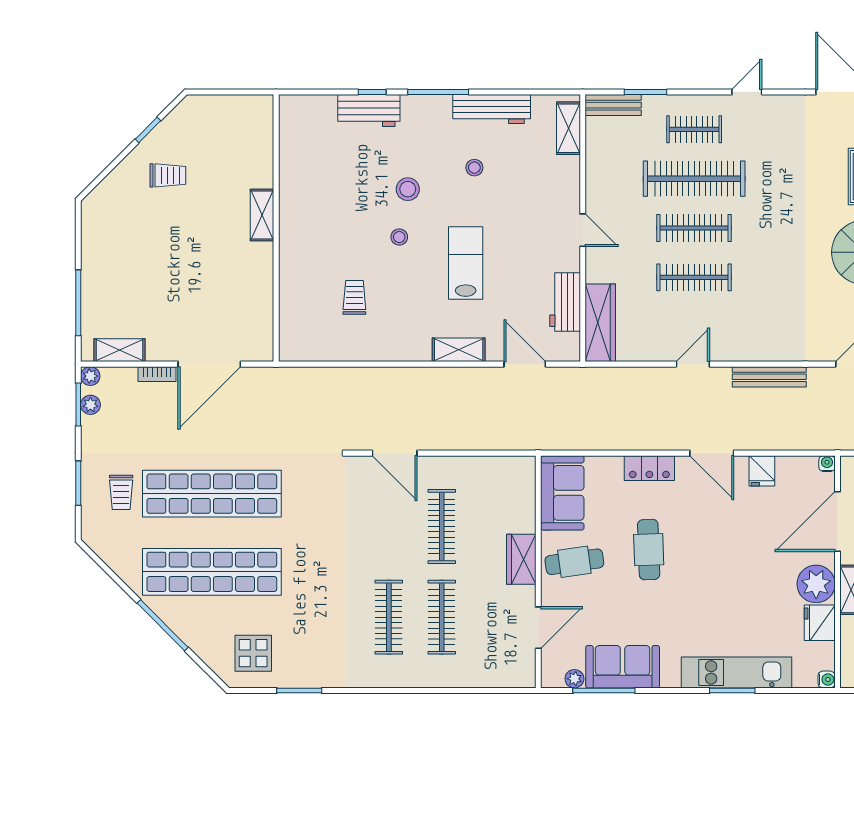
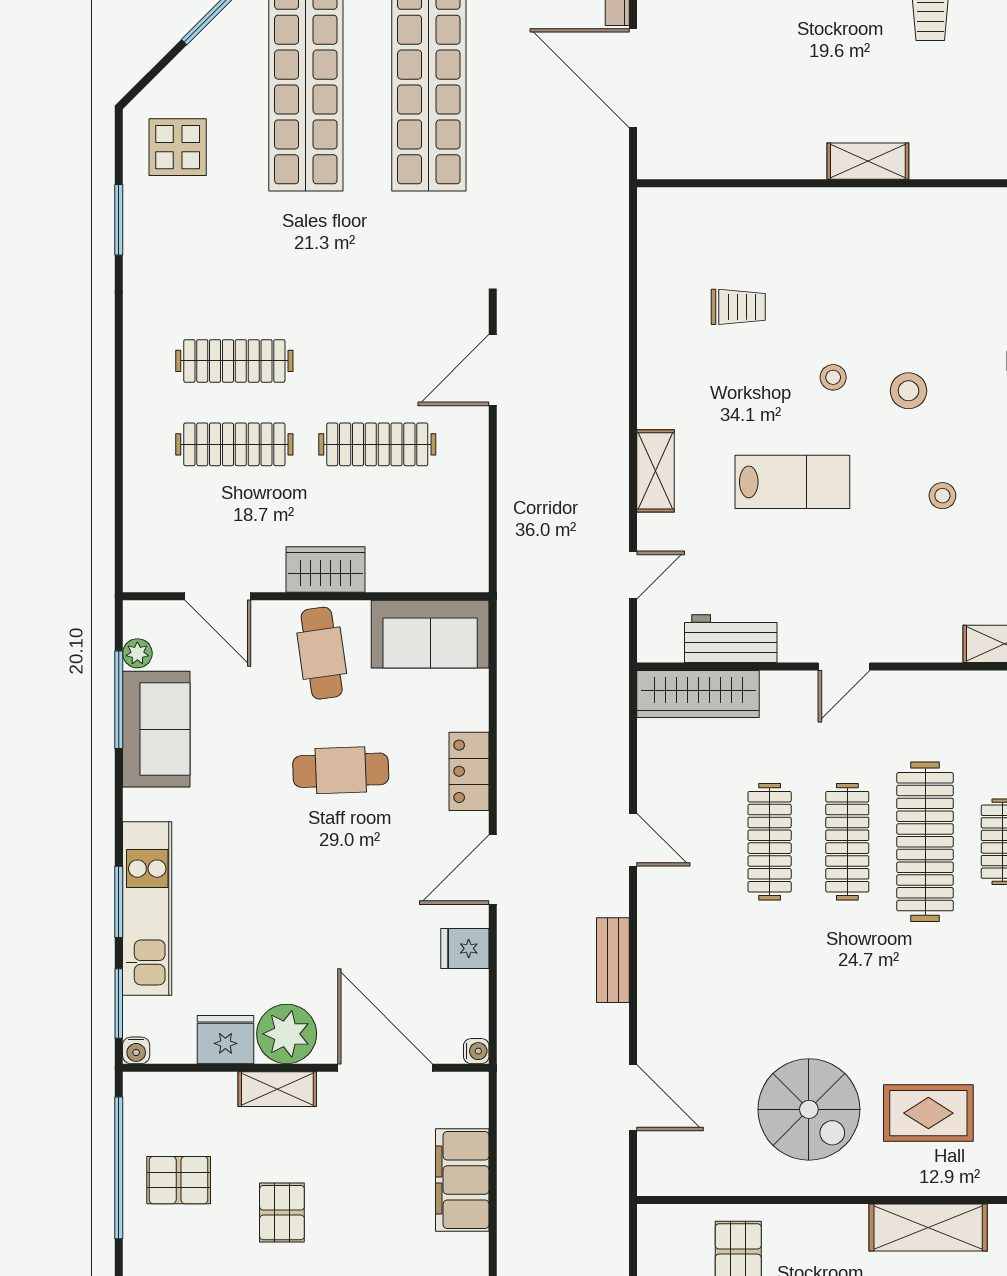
door: (525, 364) -> (633, 575), width x0.73
bench: (769, 377) -> (613, 960), width x0.73
window: (797, 690) -> (119, 1003), added

